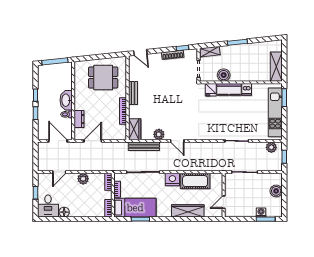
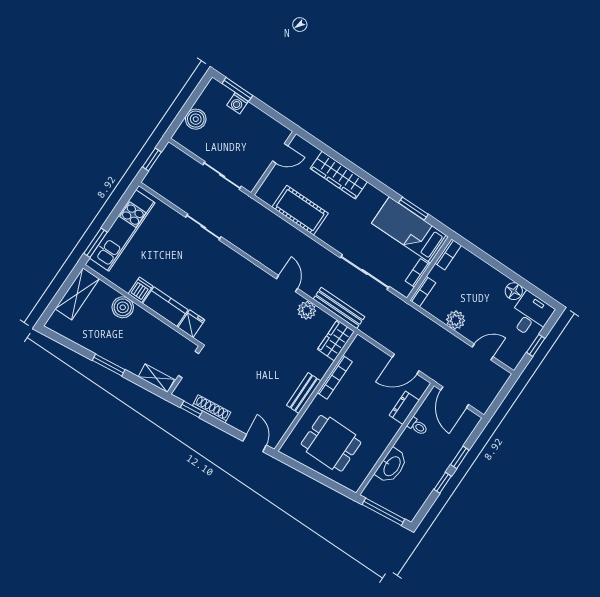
boiler: (224, 75) -> (123, 307), moved
washbasin: (66, 100) -> (392, 466), moved
plant: (271, 147) -> (161, 185), removed
nightstand: (172, 180) -> (331, 234), removed

